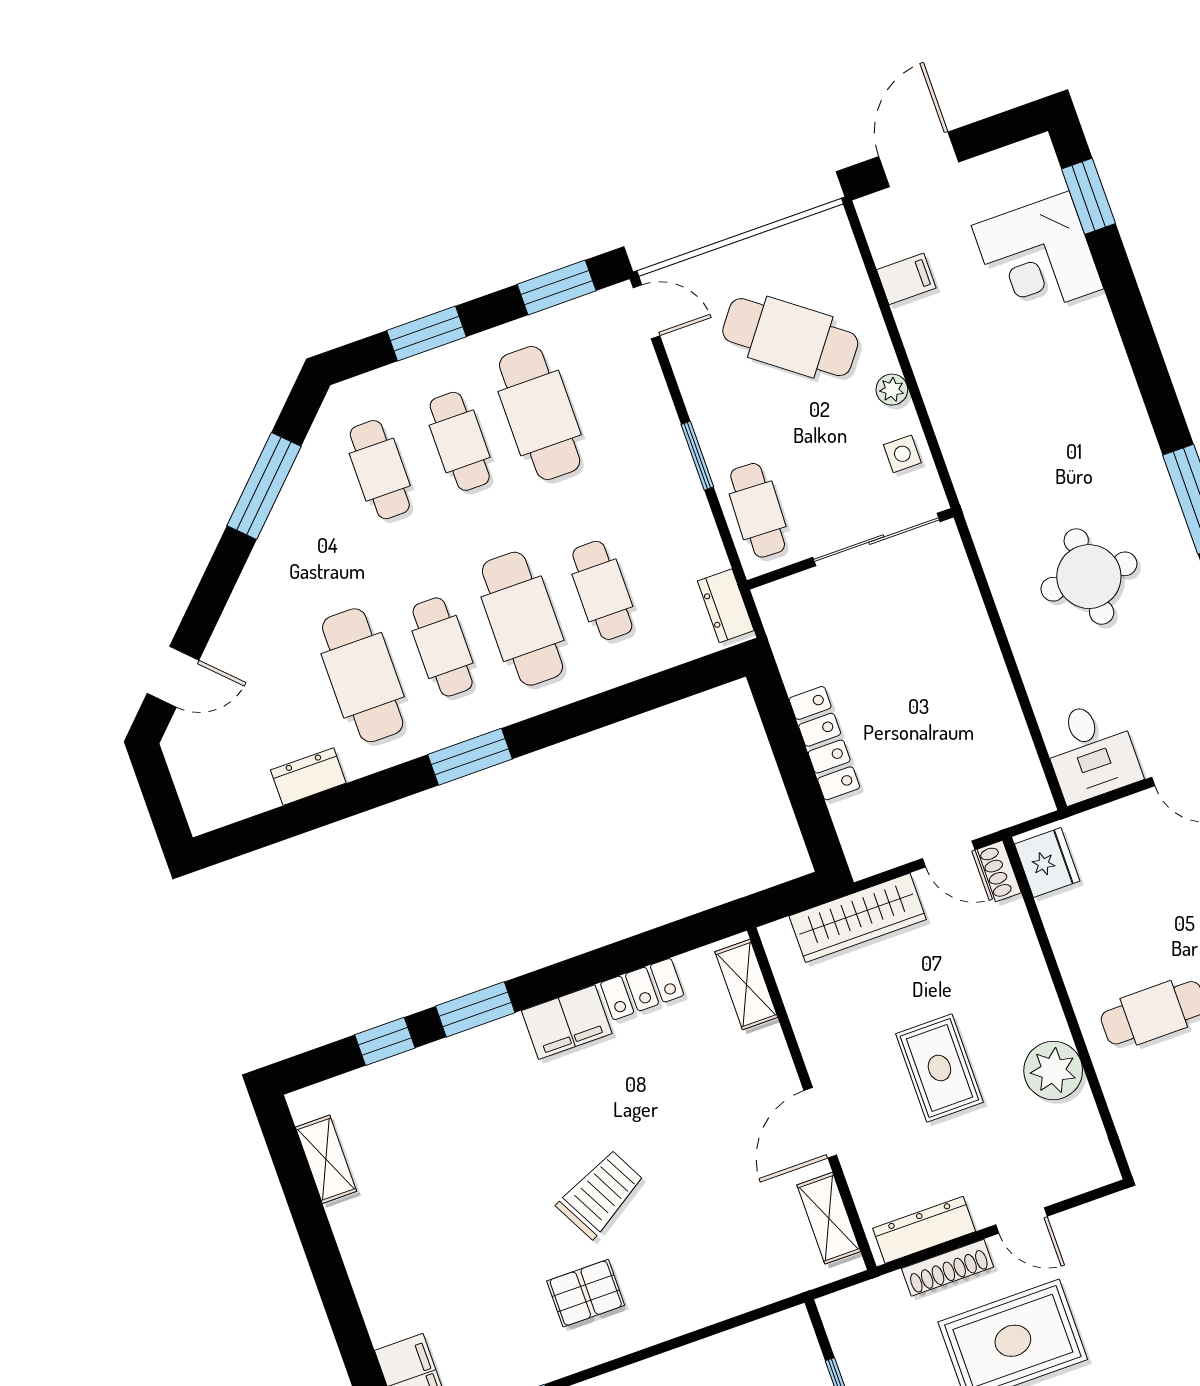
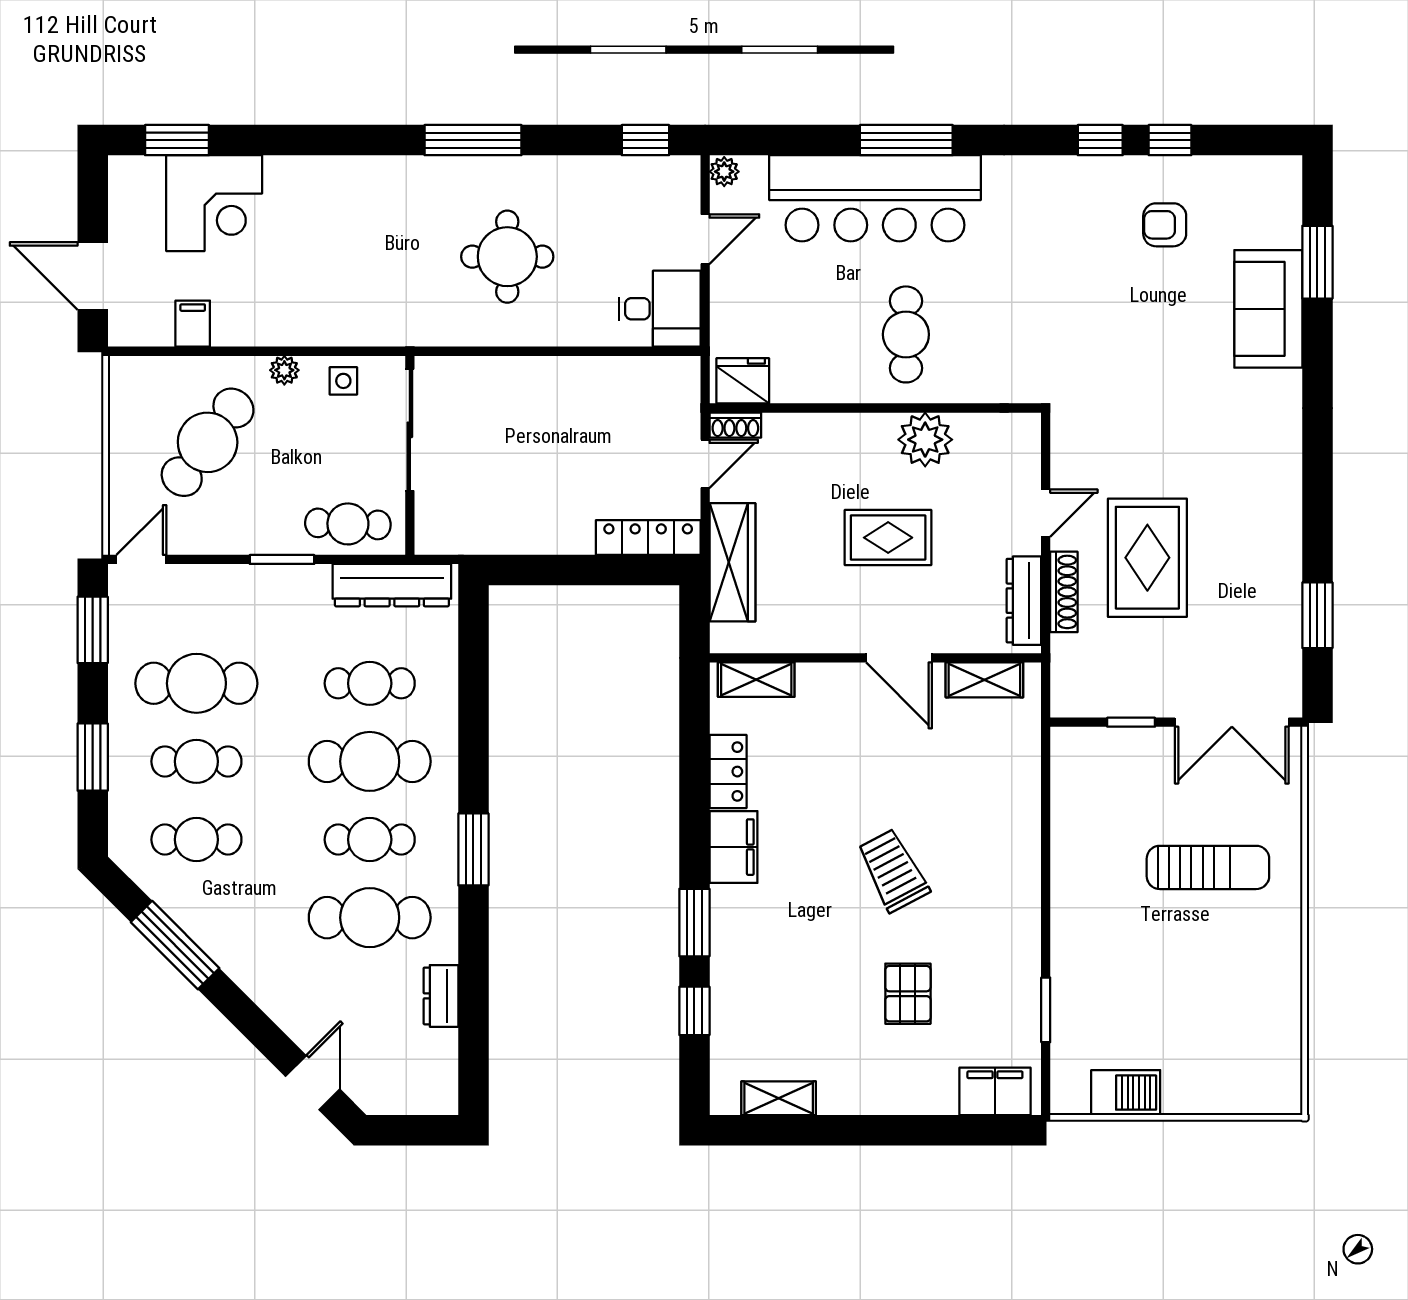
dresser: (726, 606) -> (392, 585), width x1.96, depth x1.24
locker: (824, 743) -> (648, 538), moved
pallet: (586, 1293) -> (908, 994), moved

